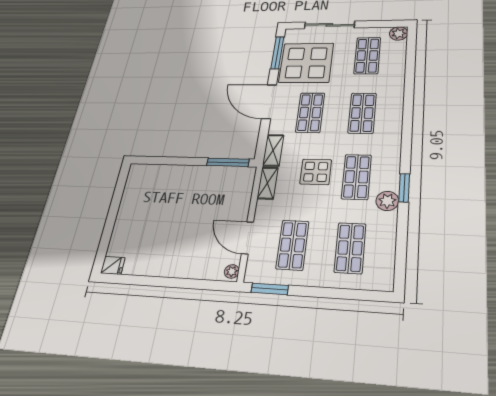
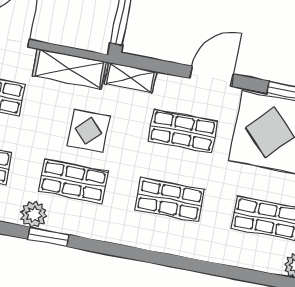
door: (269, 102) -> (211, 76), width x0.73
shelving: (268, 183) -> (69, 69), width x1.50, depth x1.33

